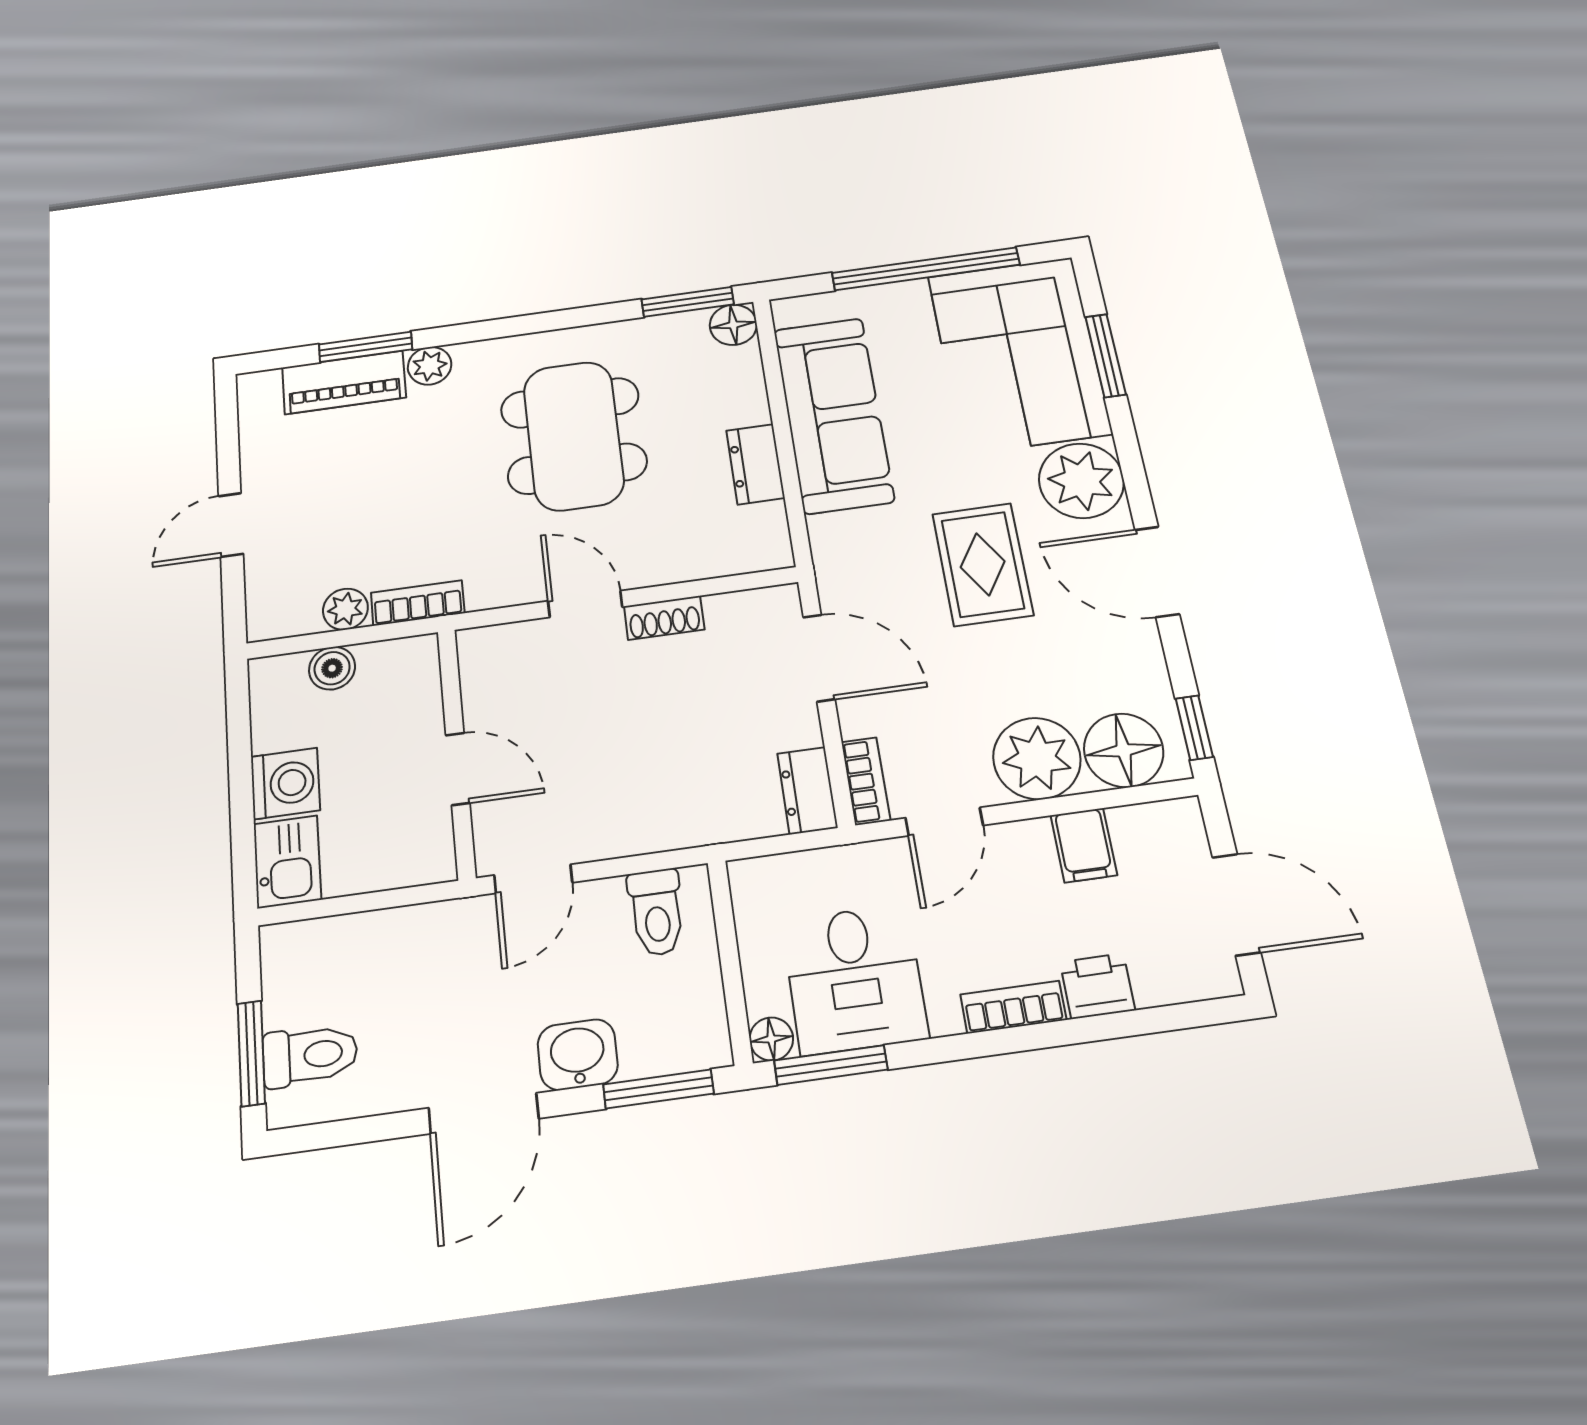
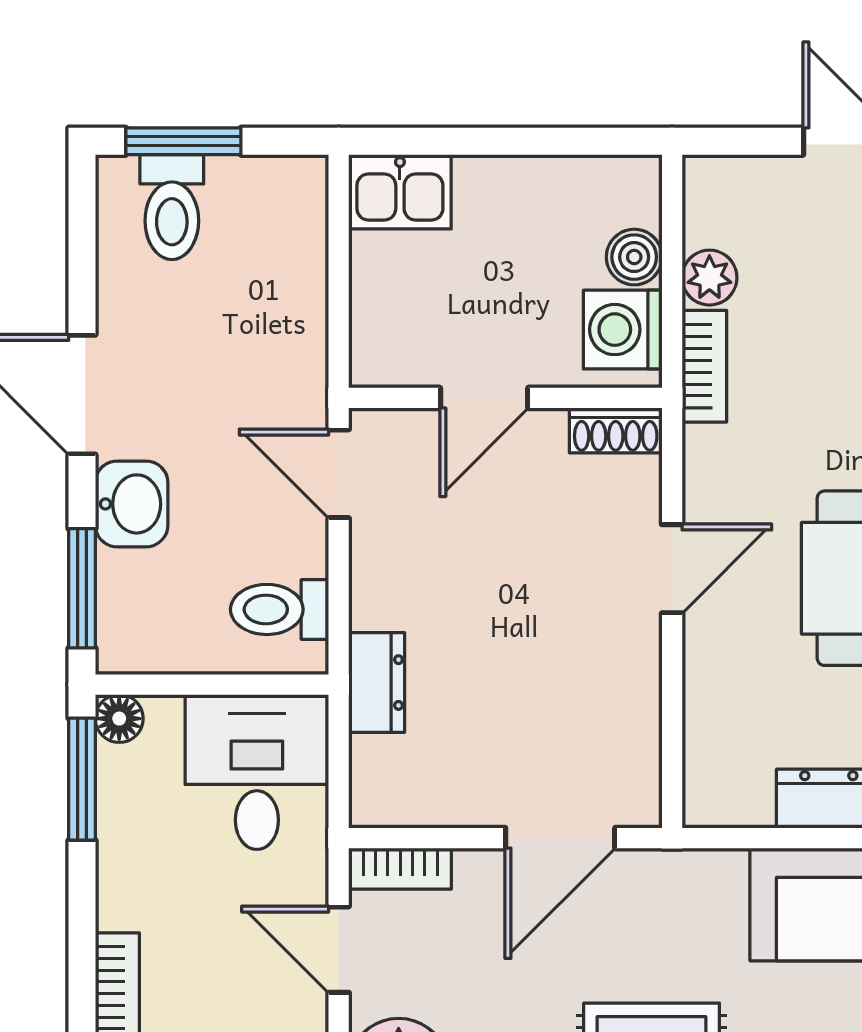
shoe rack: (664, 618) -> (616, 430), moved, turned -90
washing machine: (285, 783) -> (623, 330), moved, turned 90
dresser: (807, 790) -> (377, 683), moved, turned 90
desk: (854, 979) -> (257, 772), moved, turned 90

